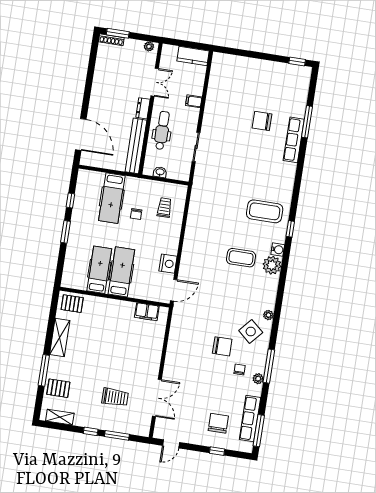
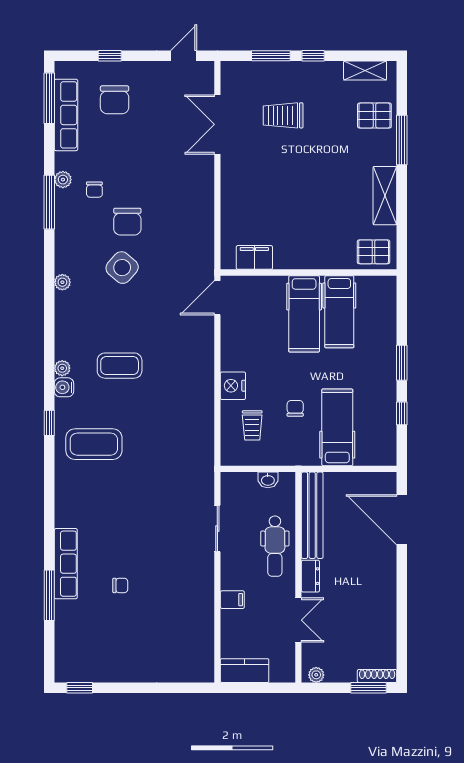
double door: (155, 82) -> (298, 620), swing flipped
chair: (262, 121) -> (120, 585), width x0.54, depth x0.54
nightstand: (168, 264) -> (233, 386), moved
plant: (272, 265) -> (62, 368), width x0.53, depth x0.53
side table: (251, 331) -> (122, 268), moved
chair: (222, 346) -> (127, 222), turned -90

